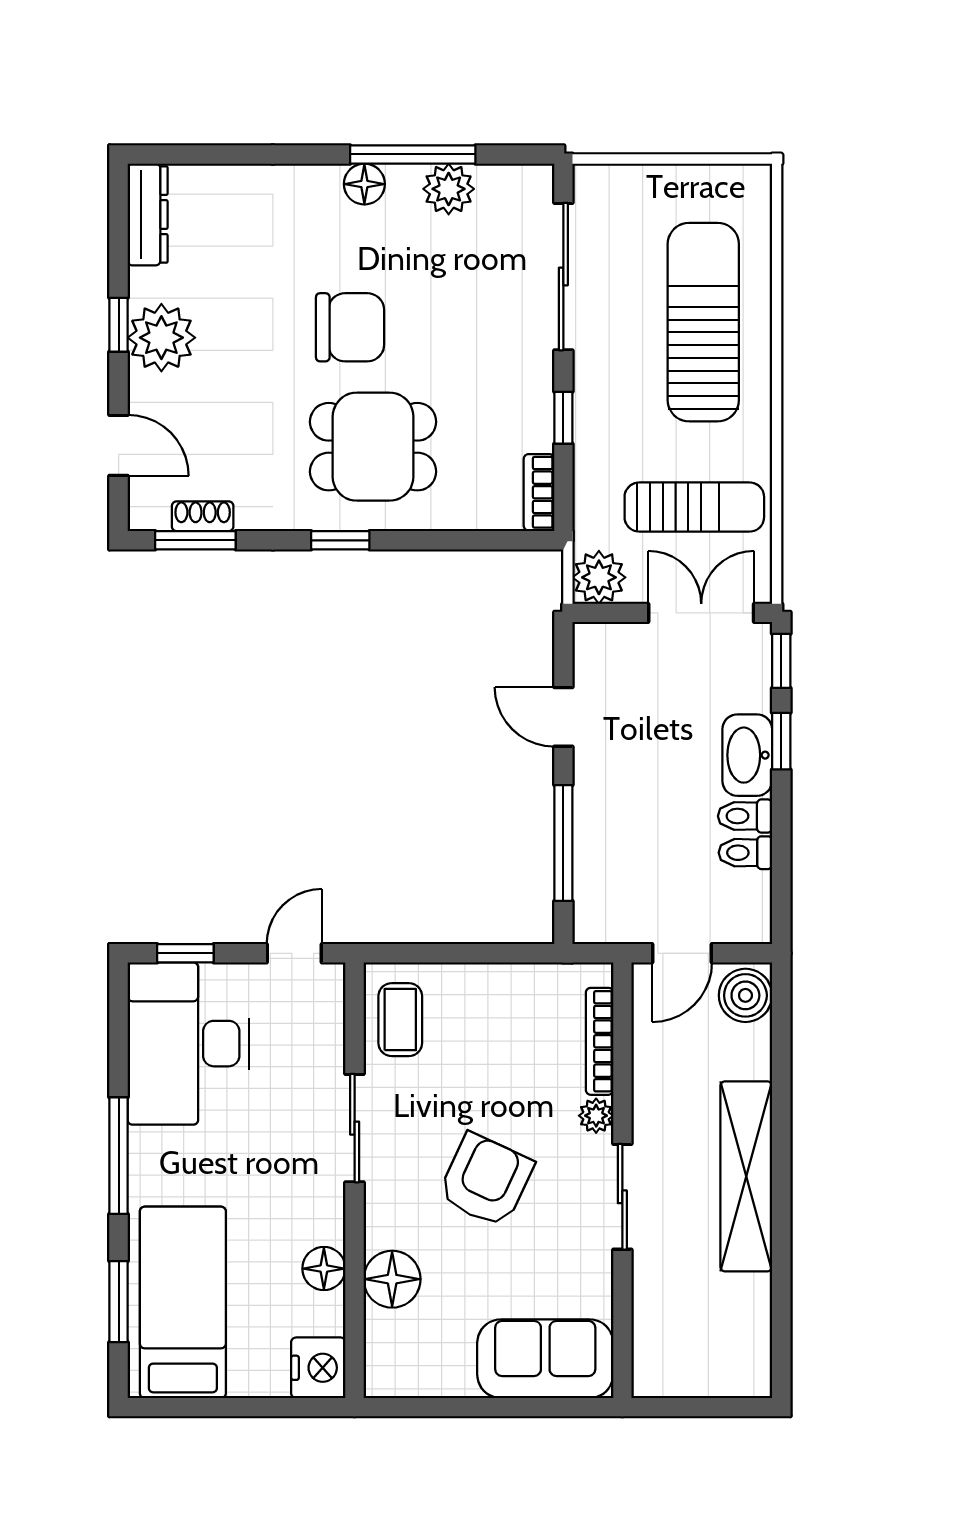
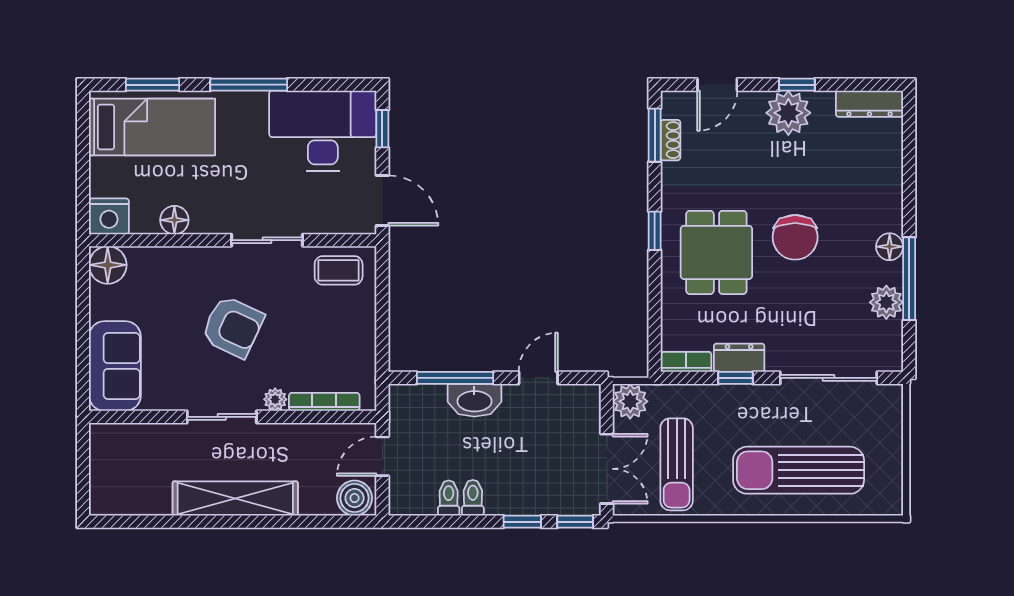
sun lounger: (703, 322) -> (799, 470), turned 180
dresser: (533, 412) -> (739, 358), added
washbasin: (747, 755) -> (474, 400), moved, turned 180
door: (294, 953) -> (382, 200), width x1.37
door: (682, 953) -> (382, 456), hinge flipped
floor lamp: (392, 1279) -> (108, 265), moved

